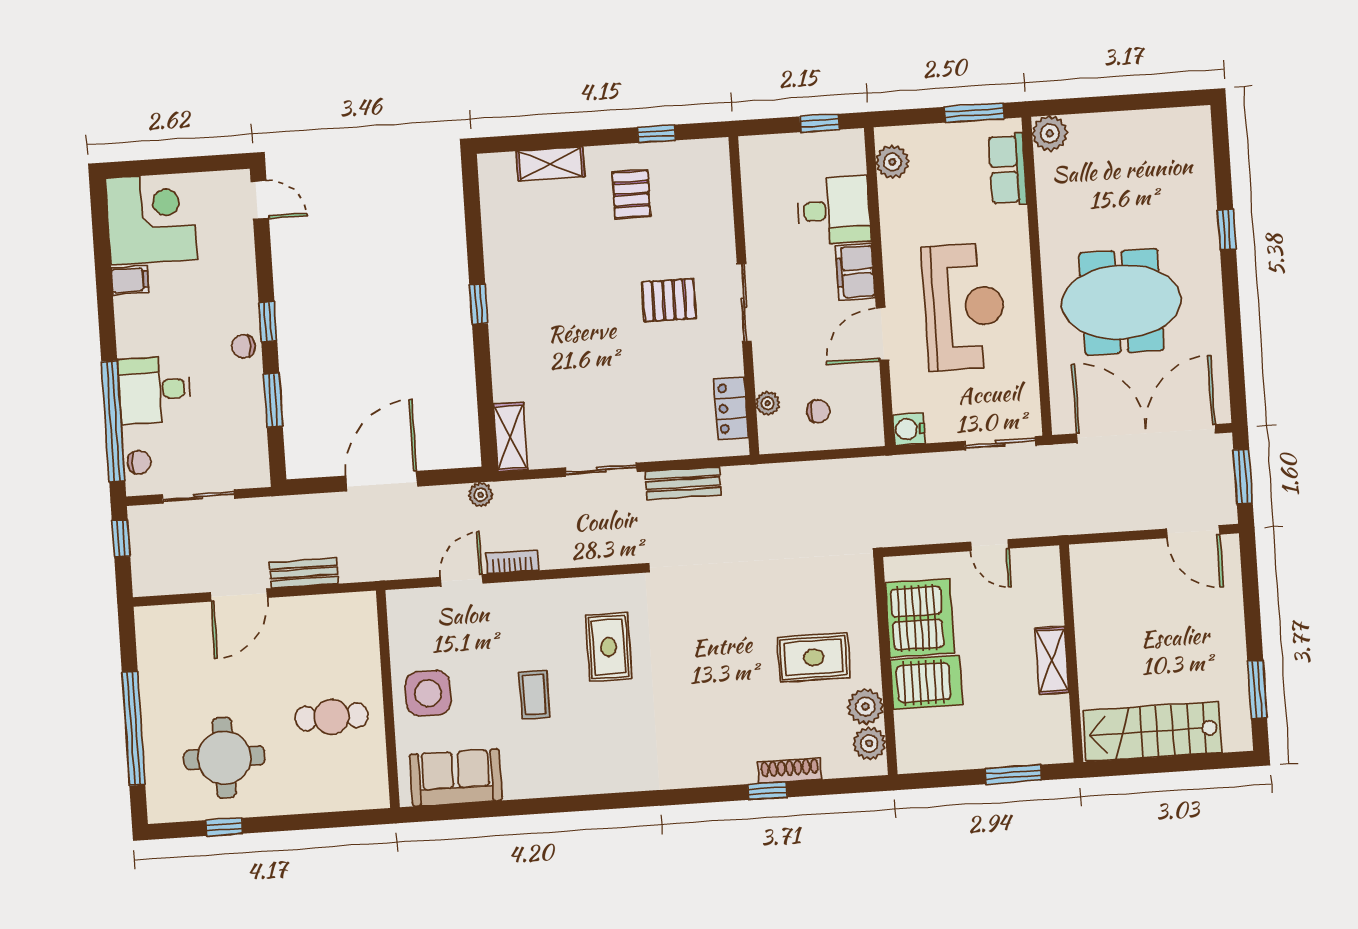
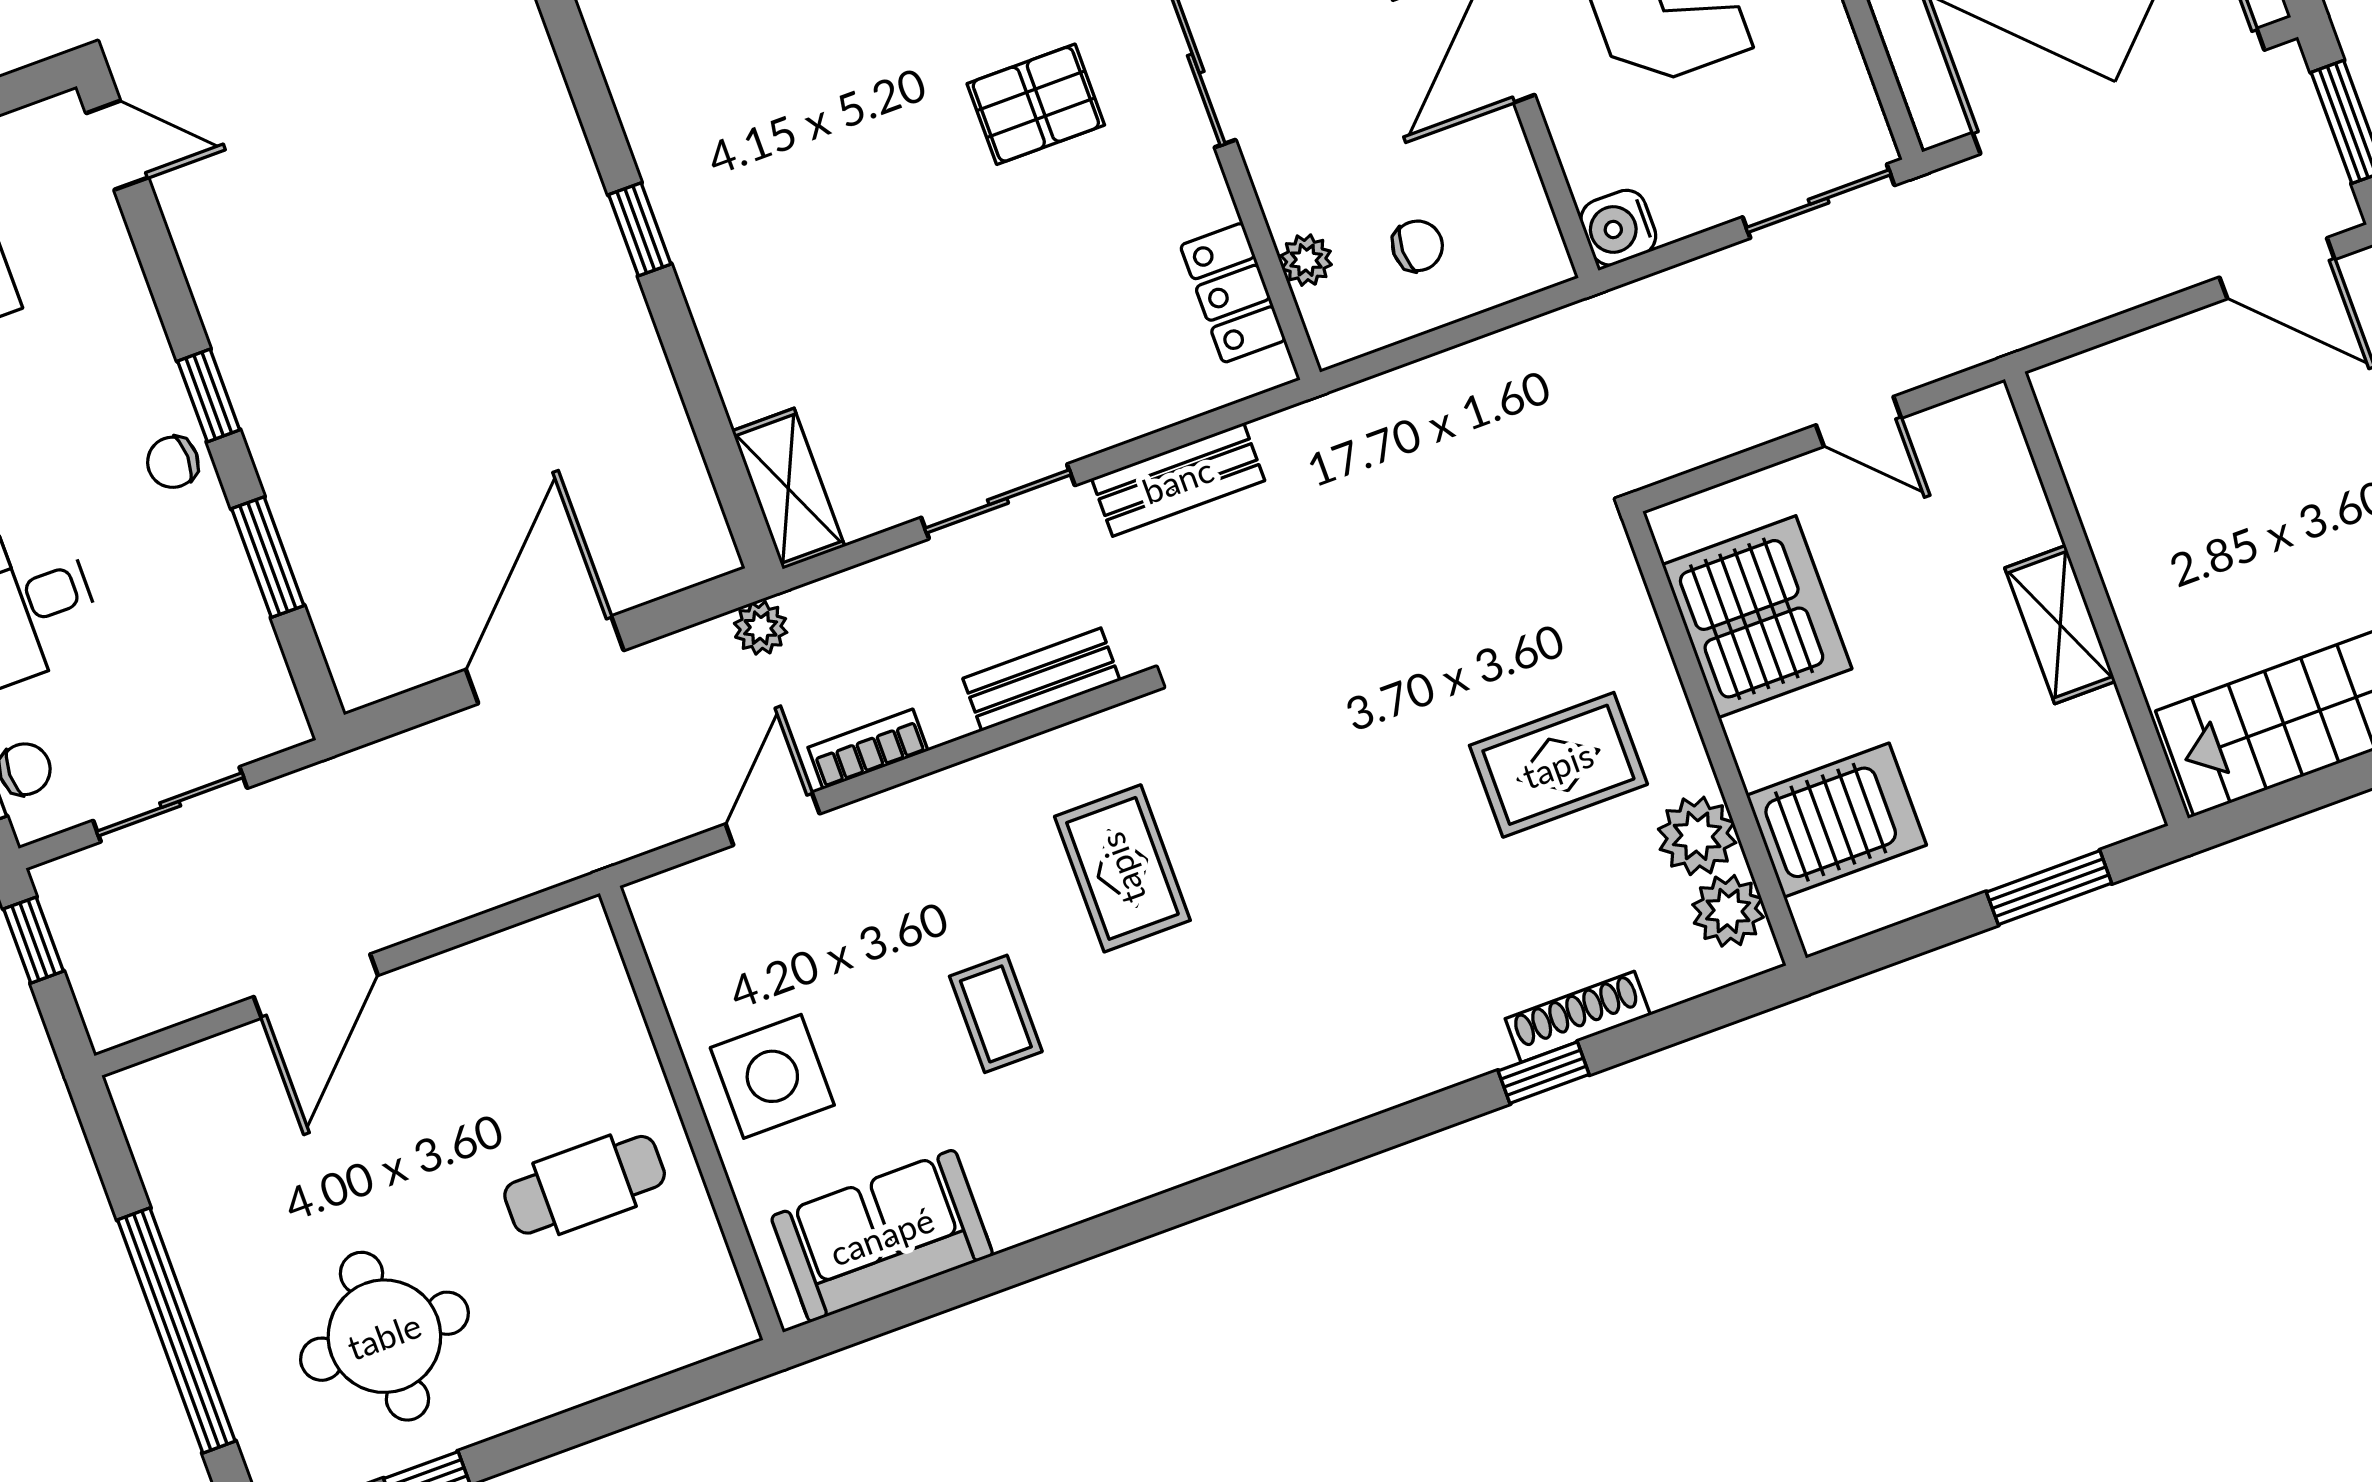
bench: (304, 573) -> (1041, 680), moved
server rack: (926, 682) -> (1836, 820), moved

